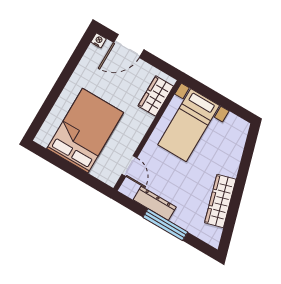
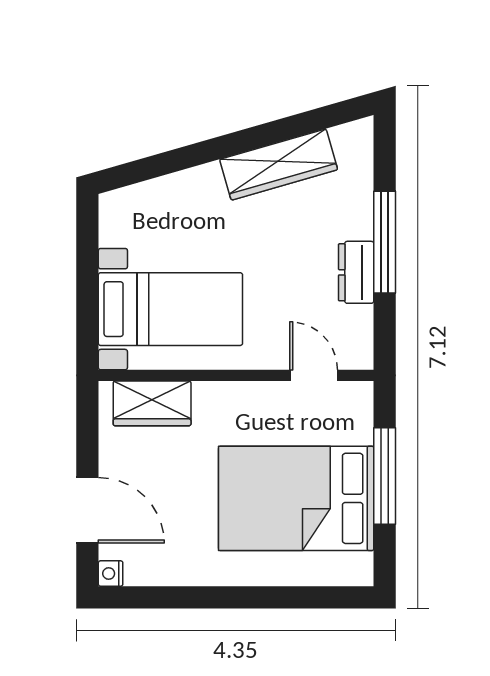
door: (129, 166) -> (314, 375), hinge flipped
window: (74, 171) -> (385, 476), added
dresser: (155, 203) -> (356, 272), width x0.70

